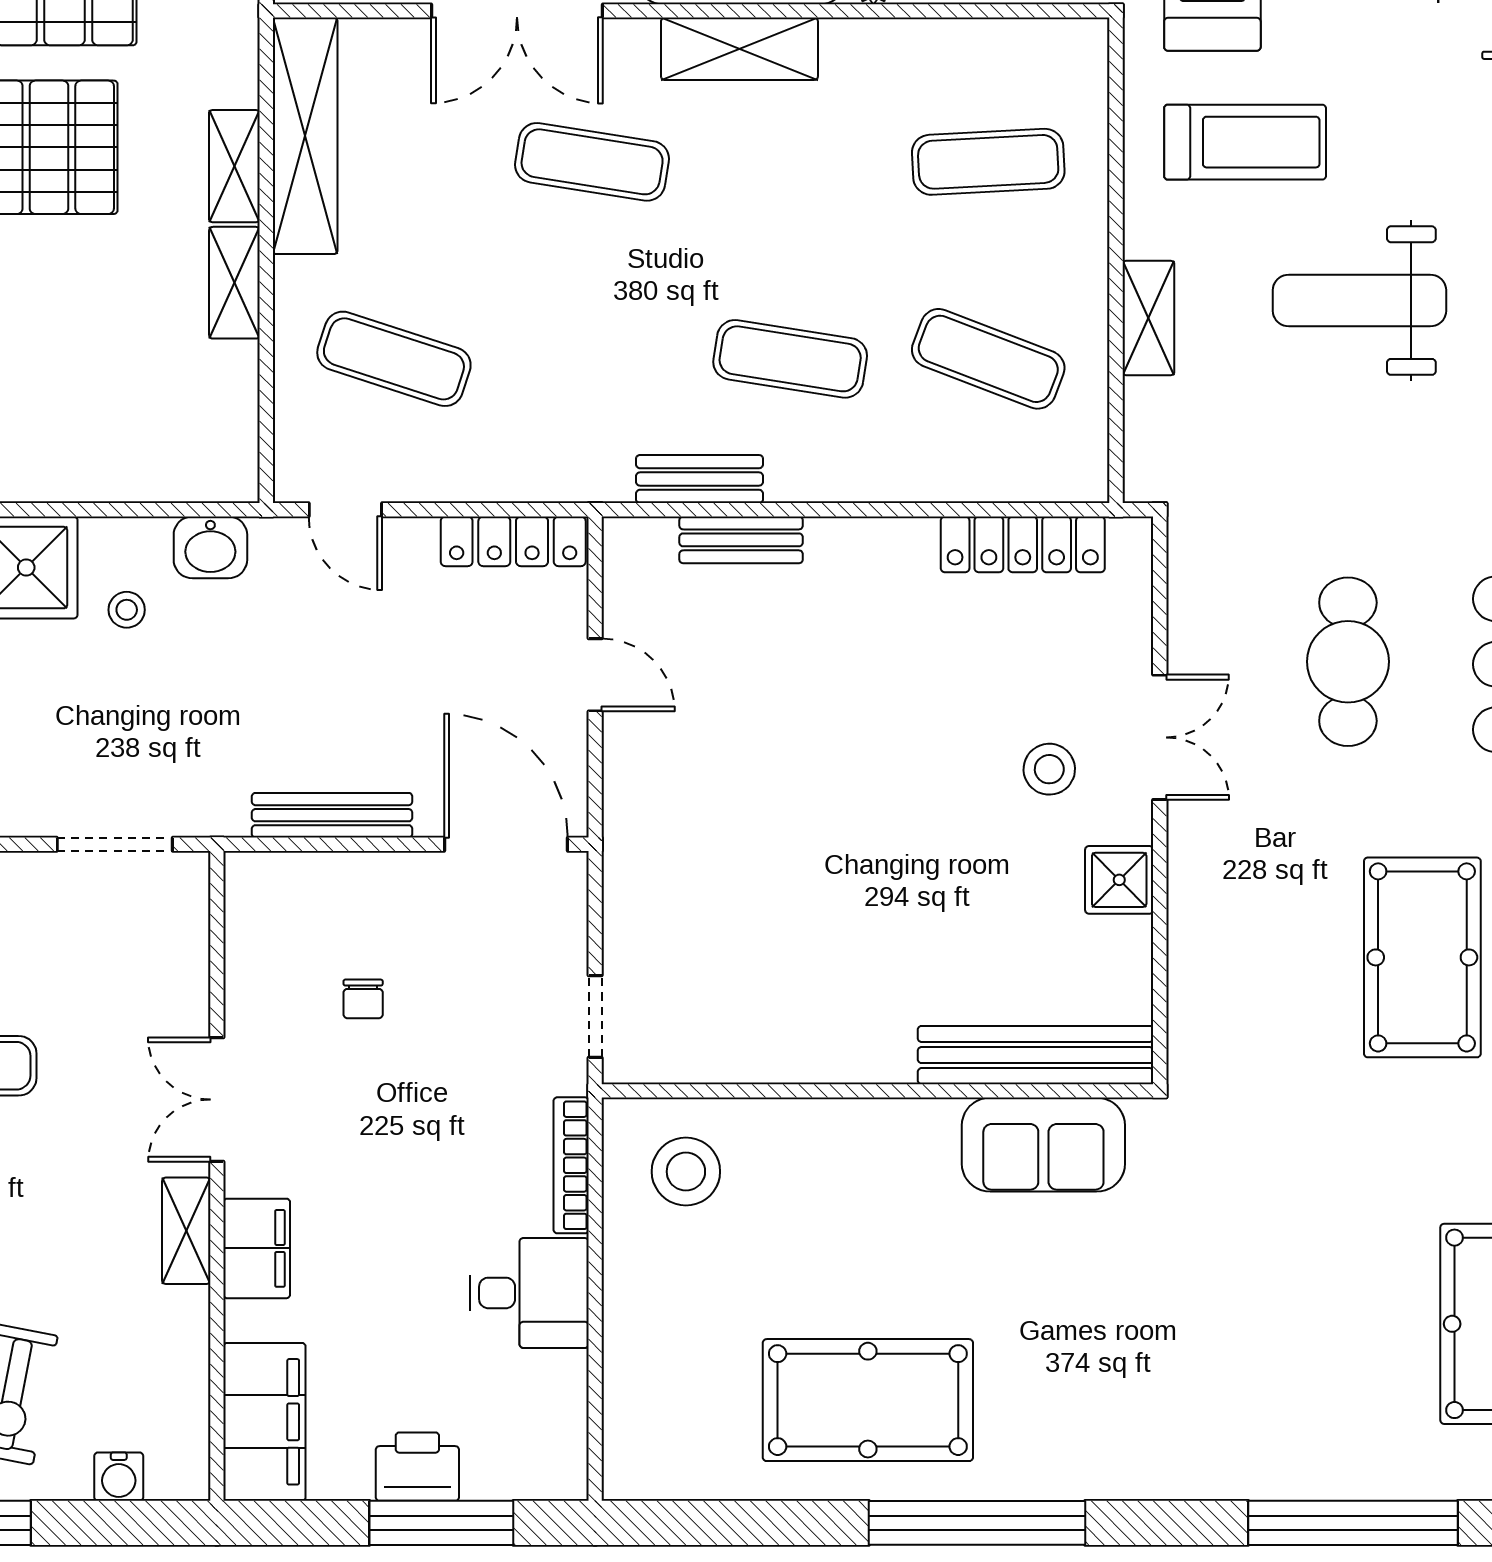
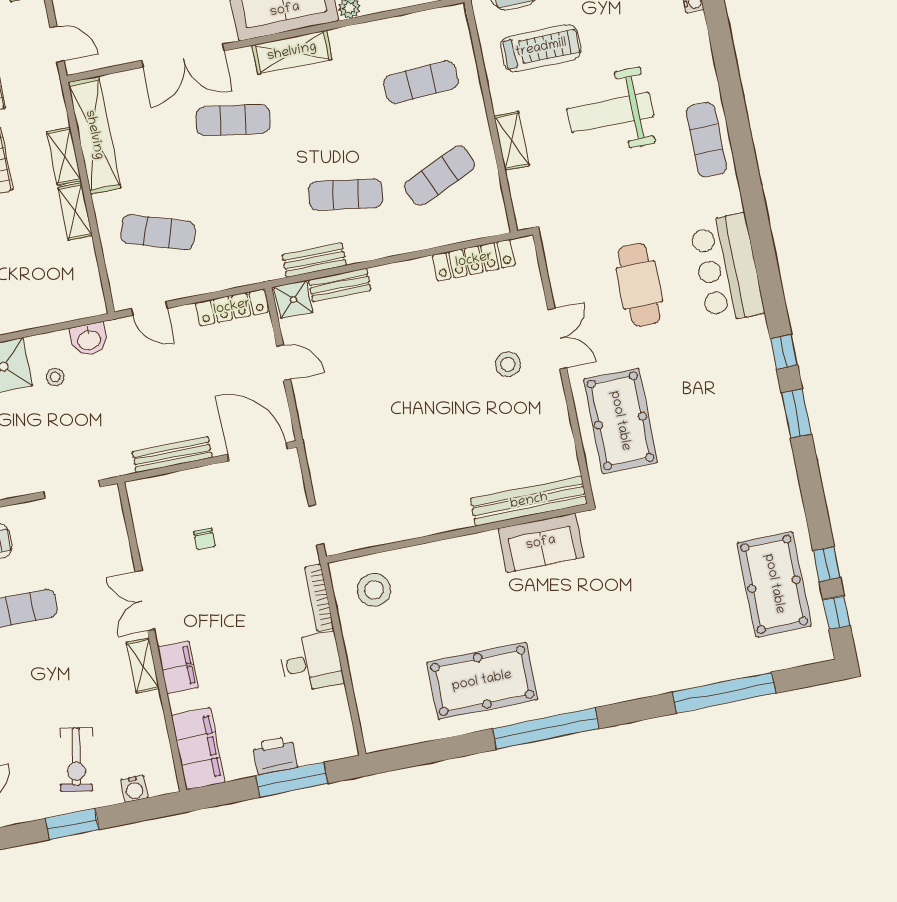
exercise mat: (988, 359) -> (440, 176), turned -45
shower: (1119, 880) -> (293, 300), moved
pool table: (1422, 957) -> (620, 421), moved

